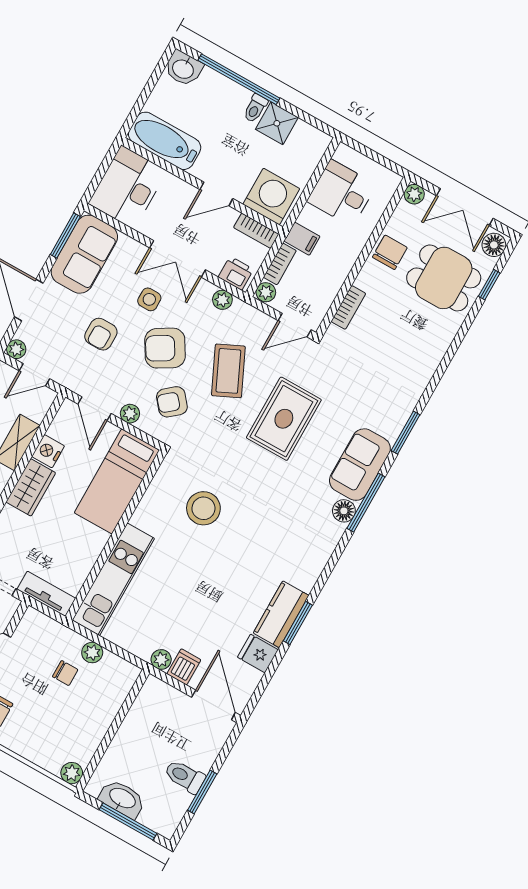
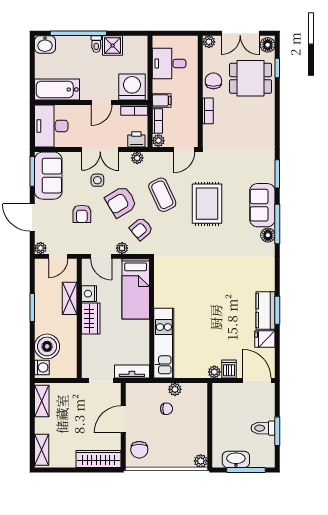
bookcase: (348, 307) -> (208, 111), moved
stool: (203, 508) -> (191, 277), removed

